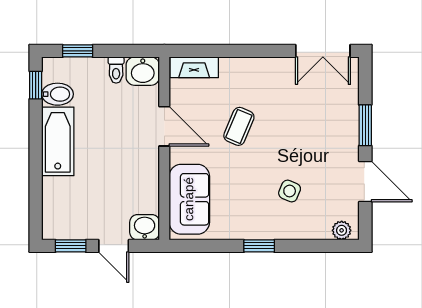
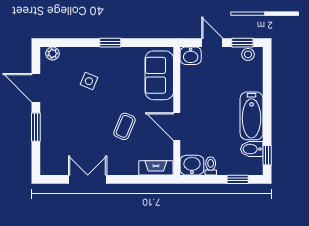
double door: (323, 51) -> (88, 179), moved
stool: (63, 229) -> (248, 54), added

